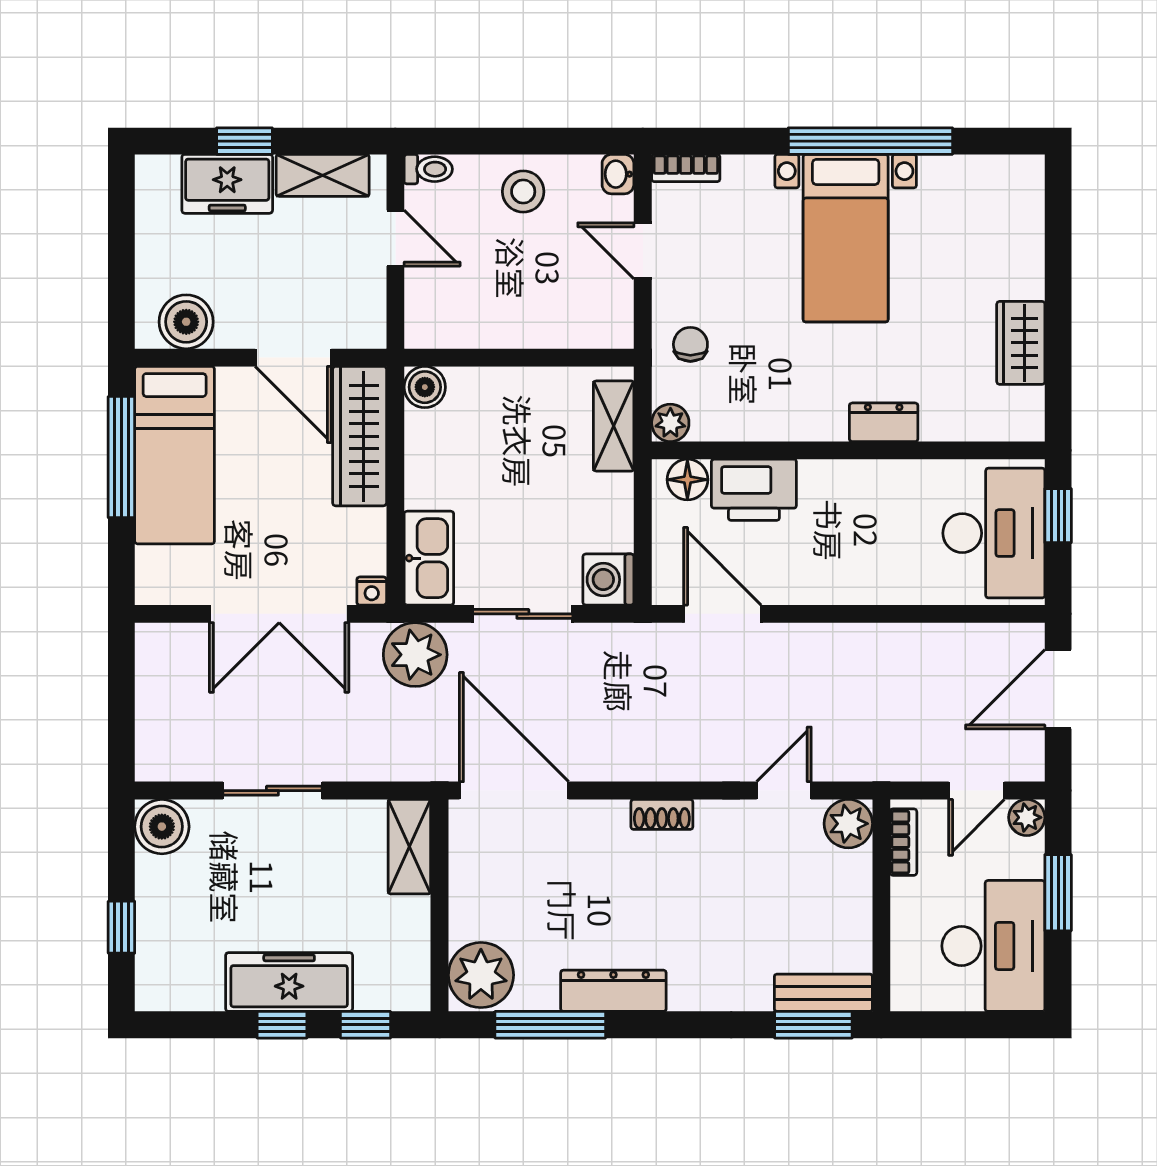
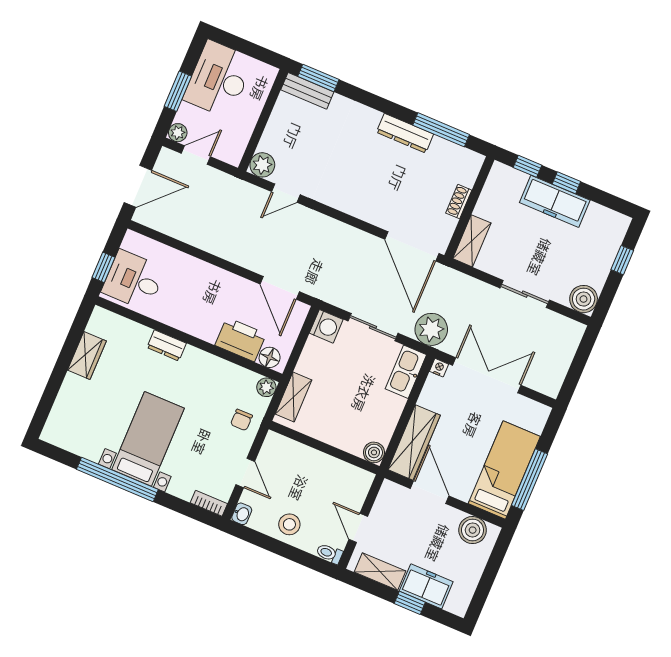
desk: (994, 533) -> (134, 280), width x0.73
shoe rack: (662, 814) -> (459, 202), moved, turned -90
bookcase: (903, 842) -> (240, 145), removed
plant: (481, 975) -> (464, 167), removed

